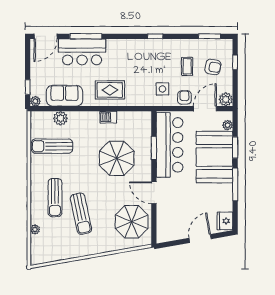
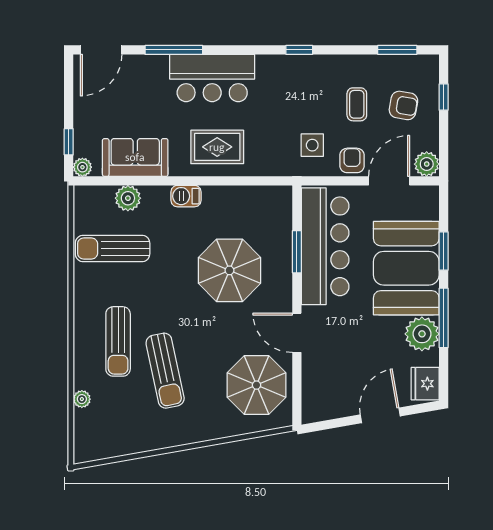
bar counter: (82, 52) -> (212, 78), moved
barbecue: (108, 117) -> (186, 196), moved
plant: (228, 125) -> (422, 334), moved, width x1.87, depth x1.87

